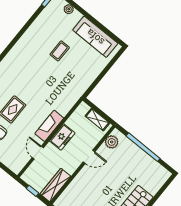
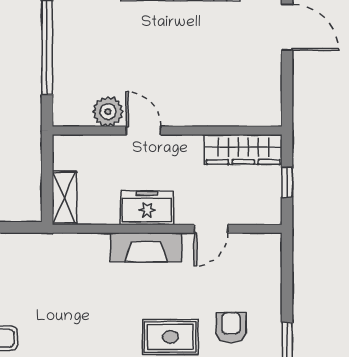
shelving: (97, 120) -> (64, 198), moved
plant: (112, 142) -> (108, 112), moved

